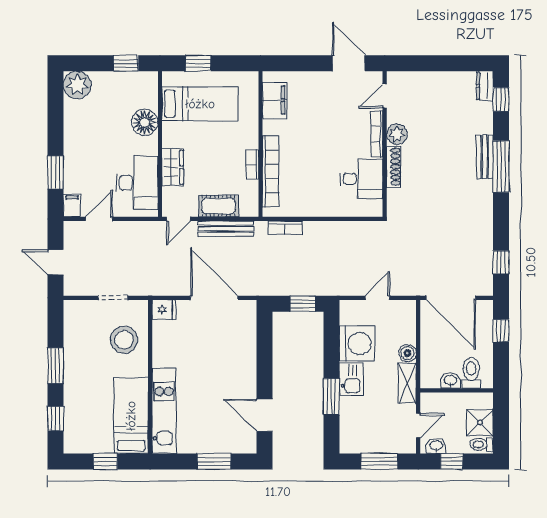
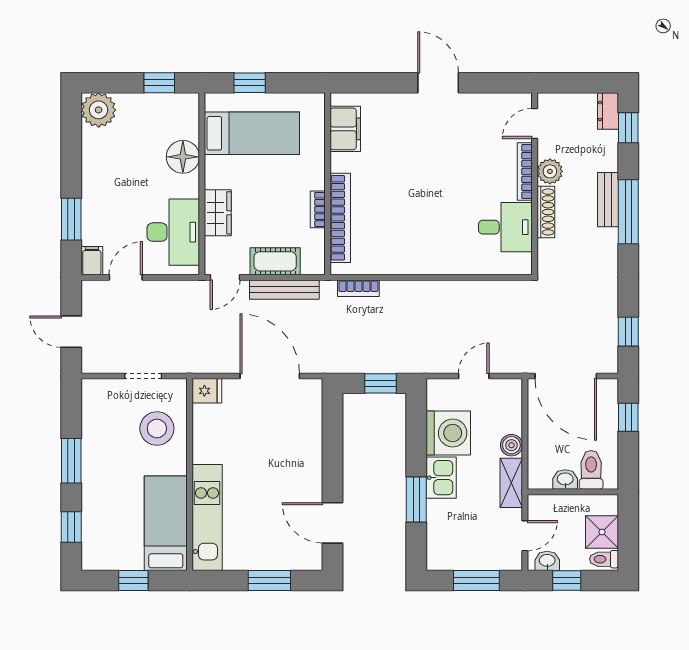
door: (385, 96) -> (535, 124), moved
bookcase: (377, 134) -> (525, 171), moved
plant: (397, 134) -> (550, 171), moved
wall: (385, 144) -> (535, 184), moved
shoe rack: (394, 167) -> (546, 212), moved
desk: (361, 179) -> (505, 227), moved

